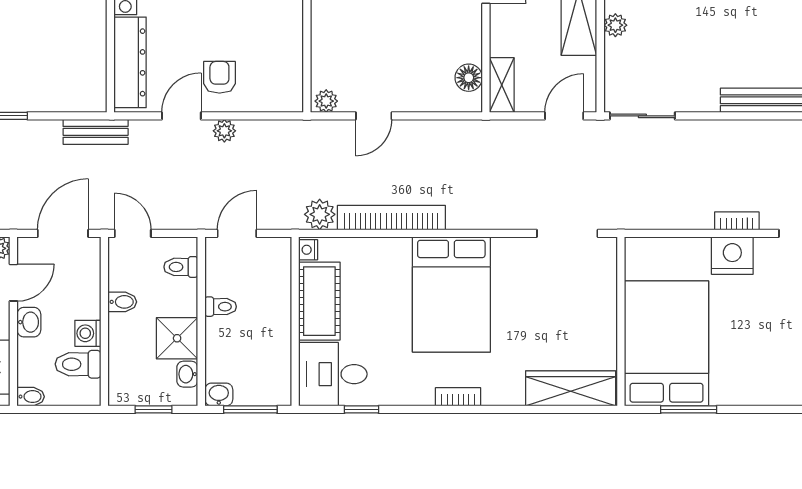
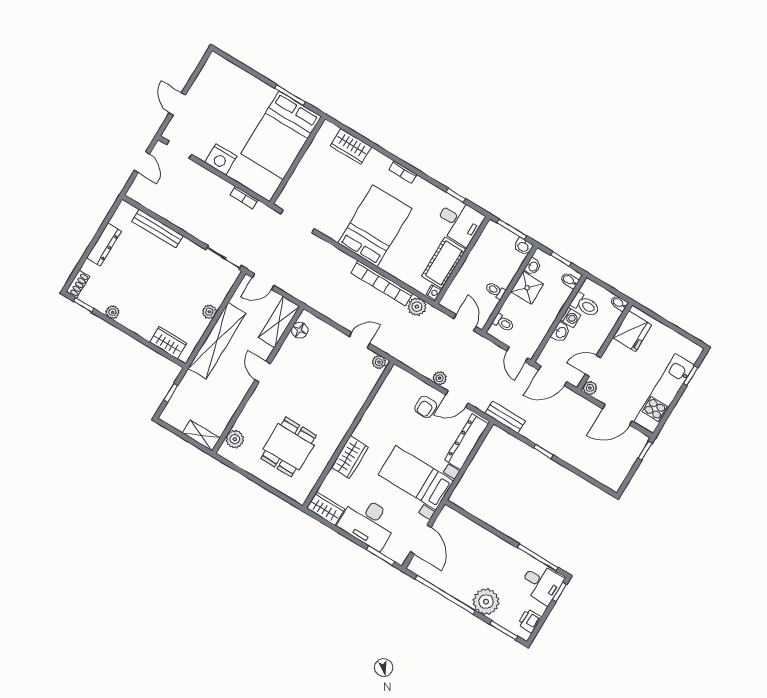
shelving: (502, 85) -> (279, 322), width x1.50, depth x1.33
bookcase: (737, 221) -> (244, 197), moved
door: (237, 233) -> (465, 323), swing flipped
bidet: (122, 302) -> (569, 280), moved
washbasin: (29, 322) -> (561, 332), moved, turned 180
wardrobe: (571, 388) -> (351, 146), width x0.67

